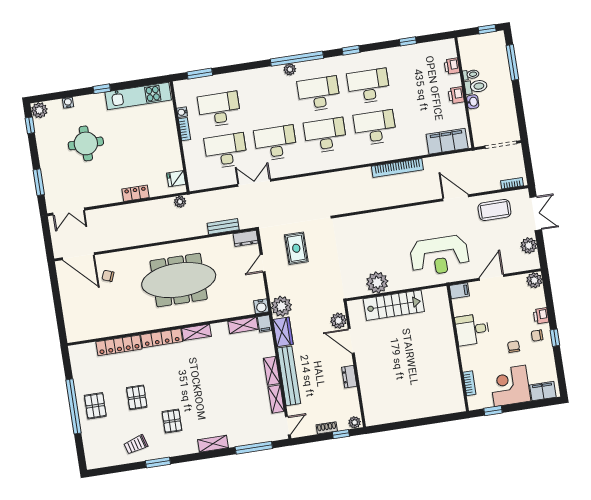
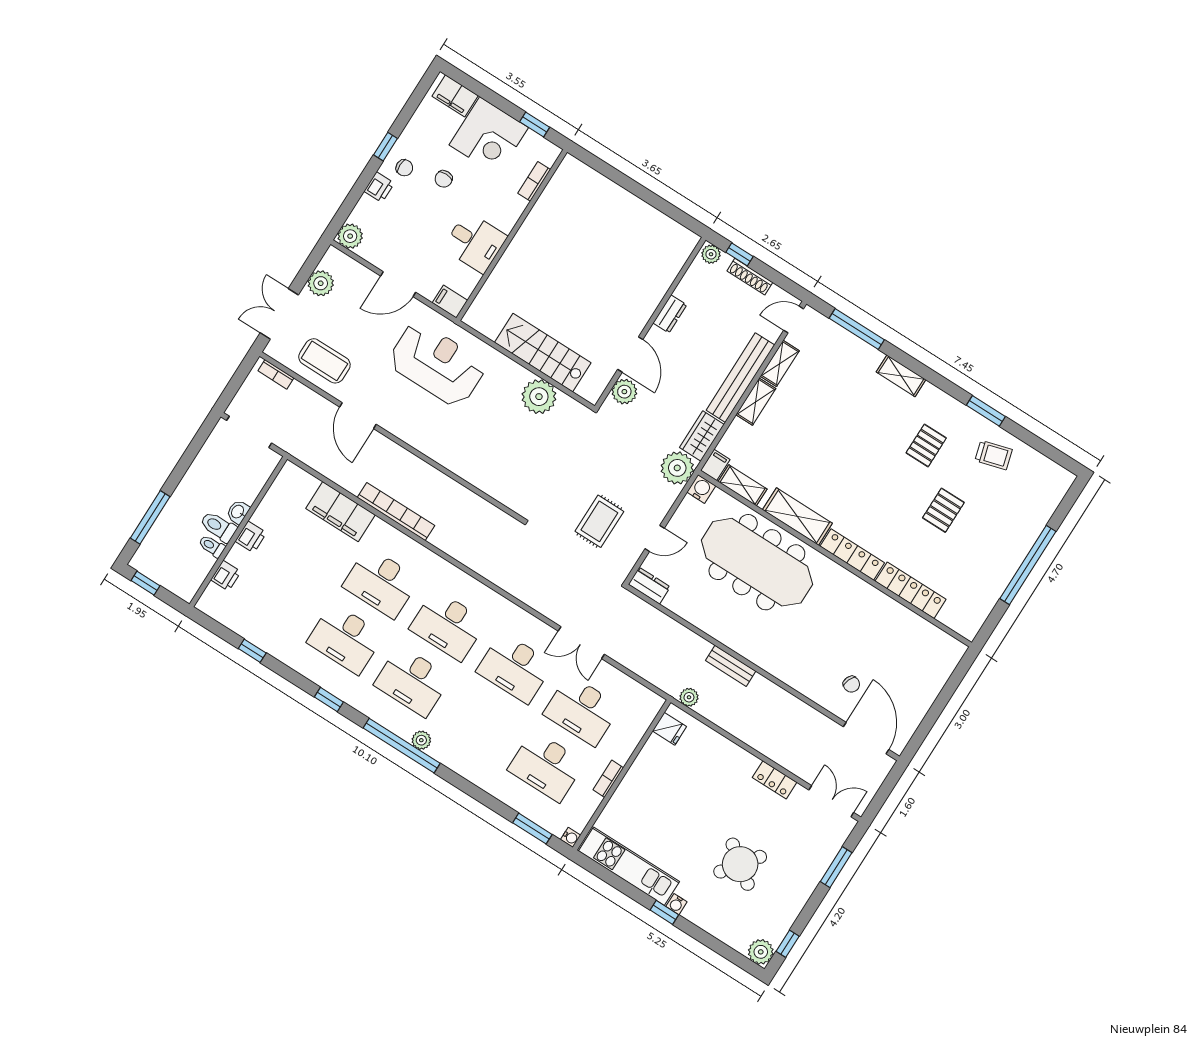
water cooler: (68, 103) -> (676, 904), moved
water cooler: (182, 112) -> (571, 837), moved
filing cabinet: (447, 141) -> (341, 512), moved
round table: (86, 143) -> (740, 864), turned 37
locker: (135, 193) -> (775, 780), moved
bench: (223, 226) -> (731, 666), moved
meeting table: (179, 280) -> (757, 562), moved
shelving: (197, 332) -> (797, 517), width x1.50, depth x1.33
pallet: (95, 406) -> (1001, 543), removed
shoe rack: (327, 428) -> (750, 277), width x1.43

